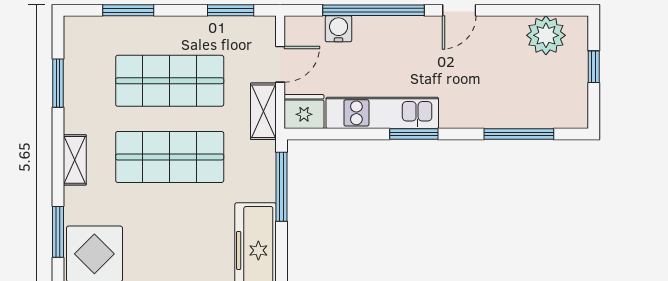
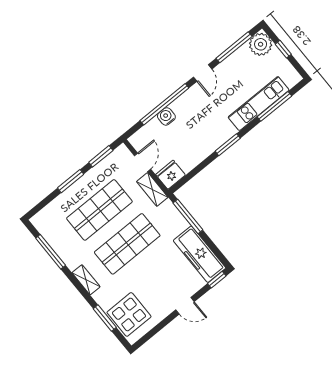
window: (128, 10) -> (71, 181), moved
window: (530, 10) -> (234, 47), added
water cooler: (339, 29) -> (166, 116), moved
plant: (546, 35) -> (261, 44), moved
window: (58, 83) -> (51, 252), width x1.44
kitchen unit: (382, 113) -> (259, 104), moved

